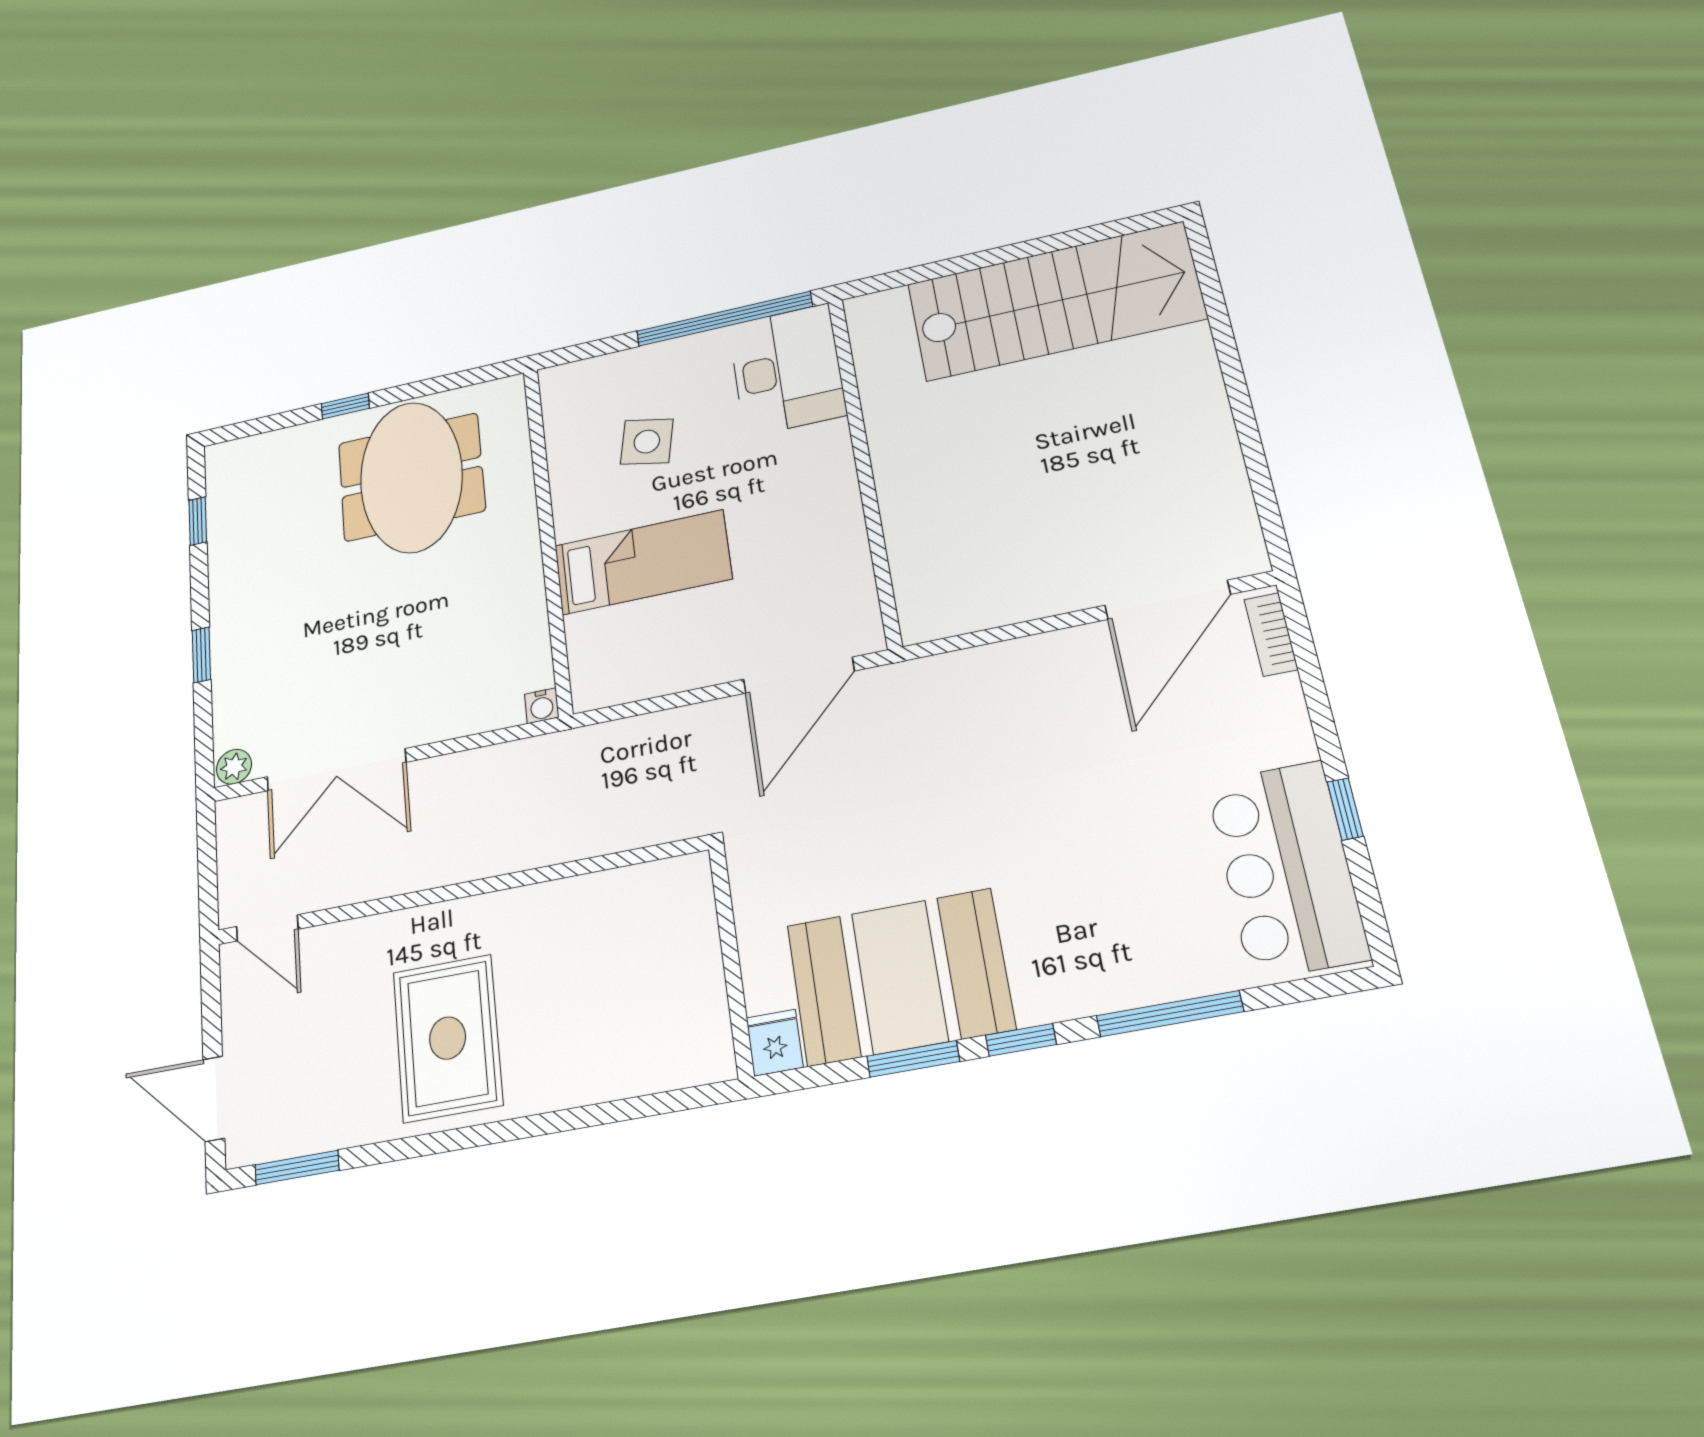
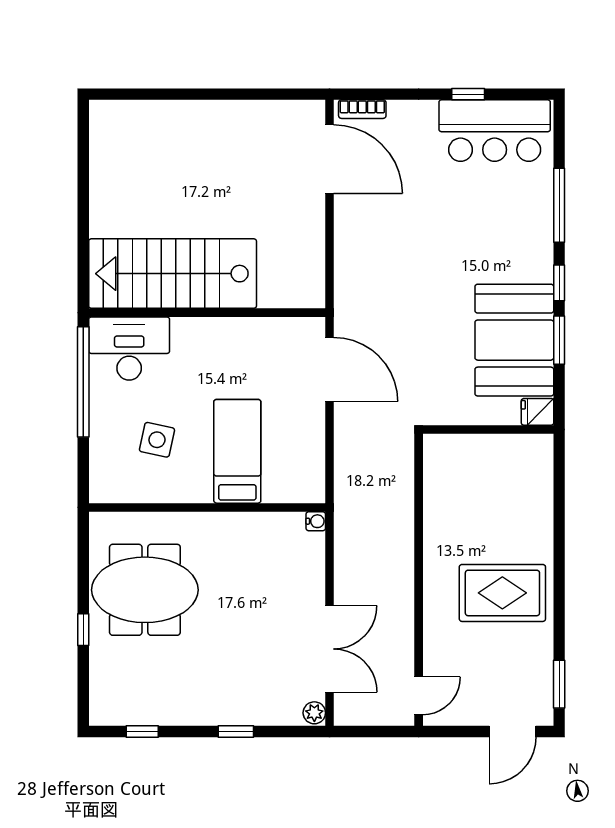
stairs: (1055, 301) -> (173, 274), moved, turned -90

